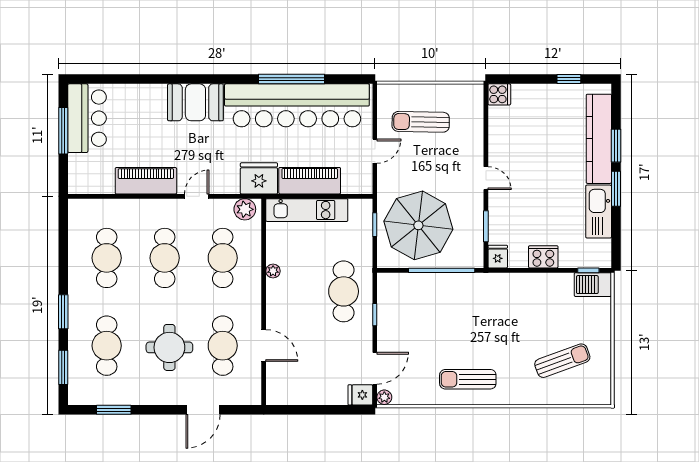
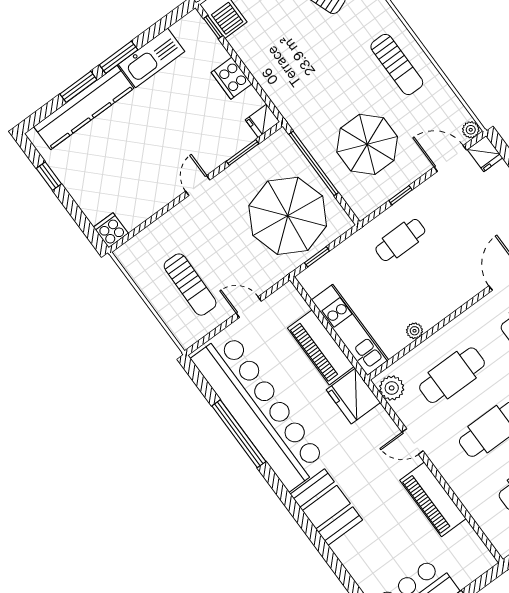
plant: (273, 271) -> (415, 331), moved
cafe table: (344, 291) -> (400, 240), width x0.73, depth x0.74
parasol: (427, 317) -> (367, 144), added

